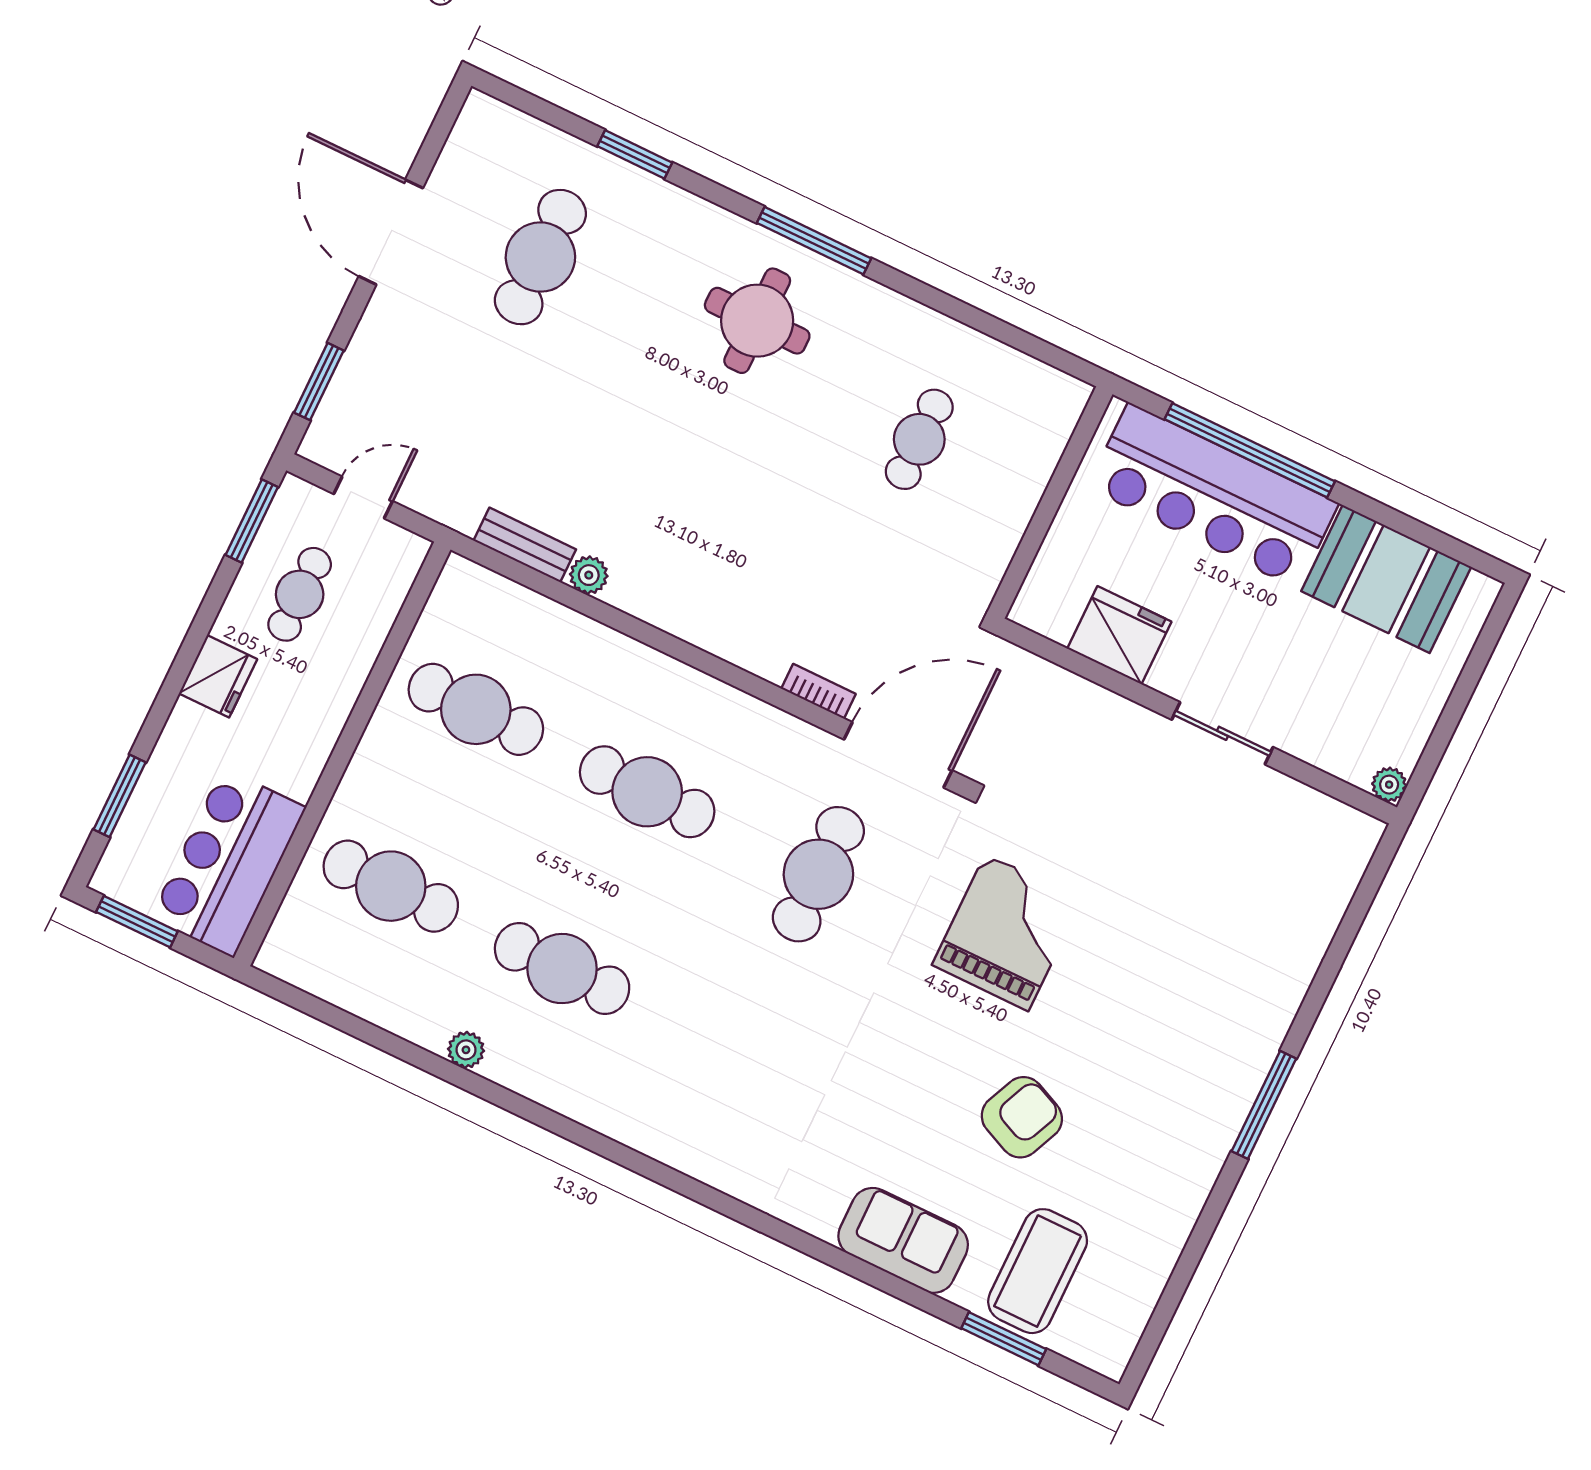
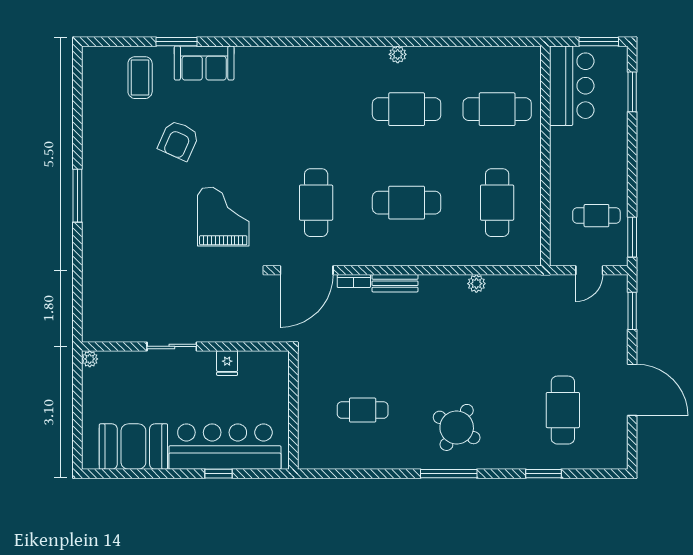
round table: (757, 321) -> (457, 427), turned 31
cafe table: (919, 439) -> (363, 410), turned 90
window: (1250, 450) -> (219, 474), width x0.32
bench: (525, 545) -> (395, 283), moved
cafe table: (300, 594) -> (596, 216), turned 90
fridge: (1119, 635) -> (227, 363), width x0.53, depth x0.75
fridge: (218, 676) -> (615, 164), removed
cafe table: (476, 709) -> (497, 203), turned 90
grand piano: (1007, 932) -> (223, 217), turned 180
plant: (466, 1050) -> (398, 54), moved
coffee table: (1038, 1271) -> (140, 78), width x0.73, depth x0.76
window: (1004, 1339) -> (177, 42), moved

